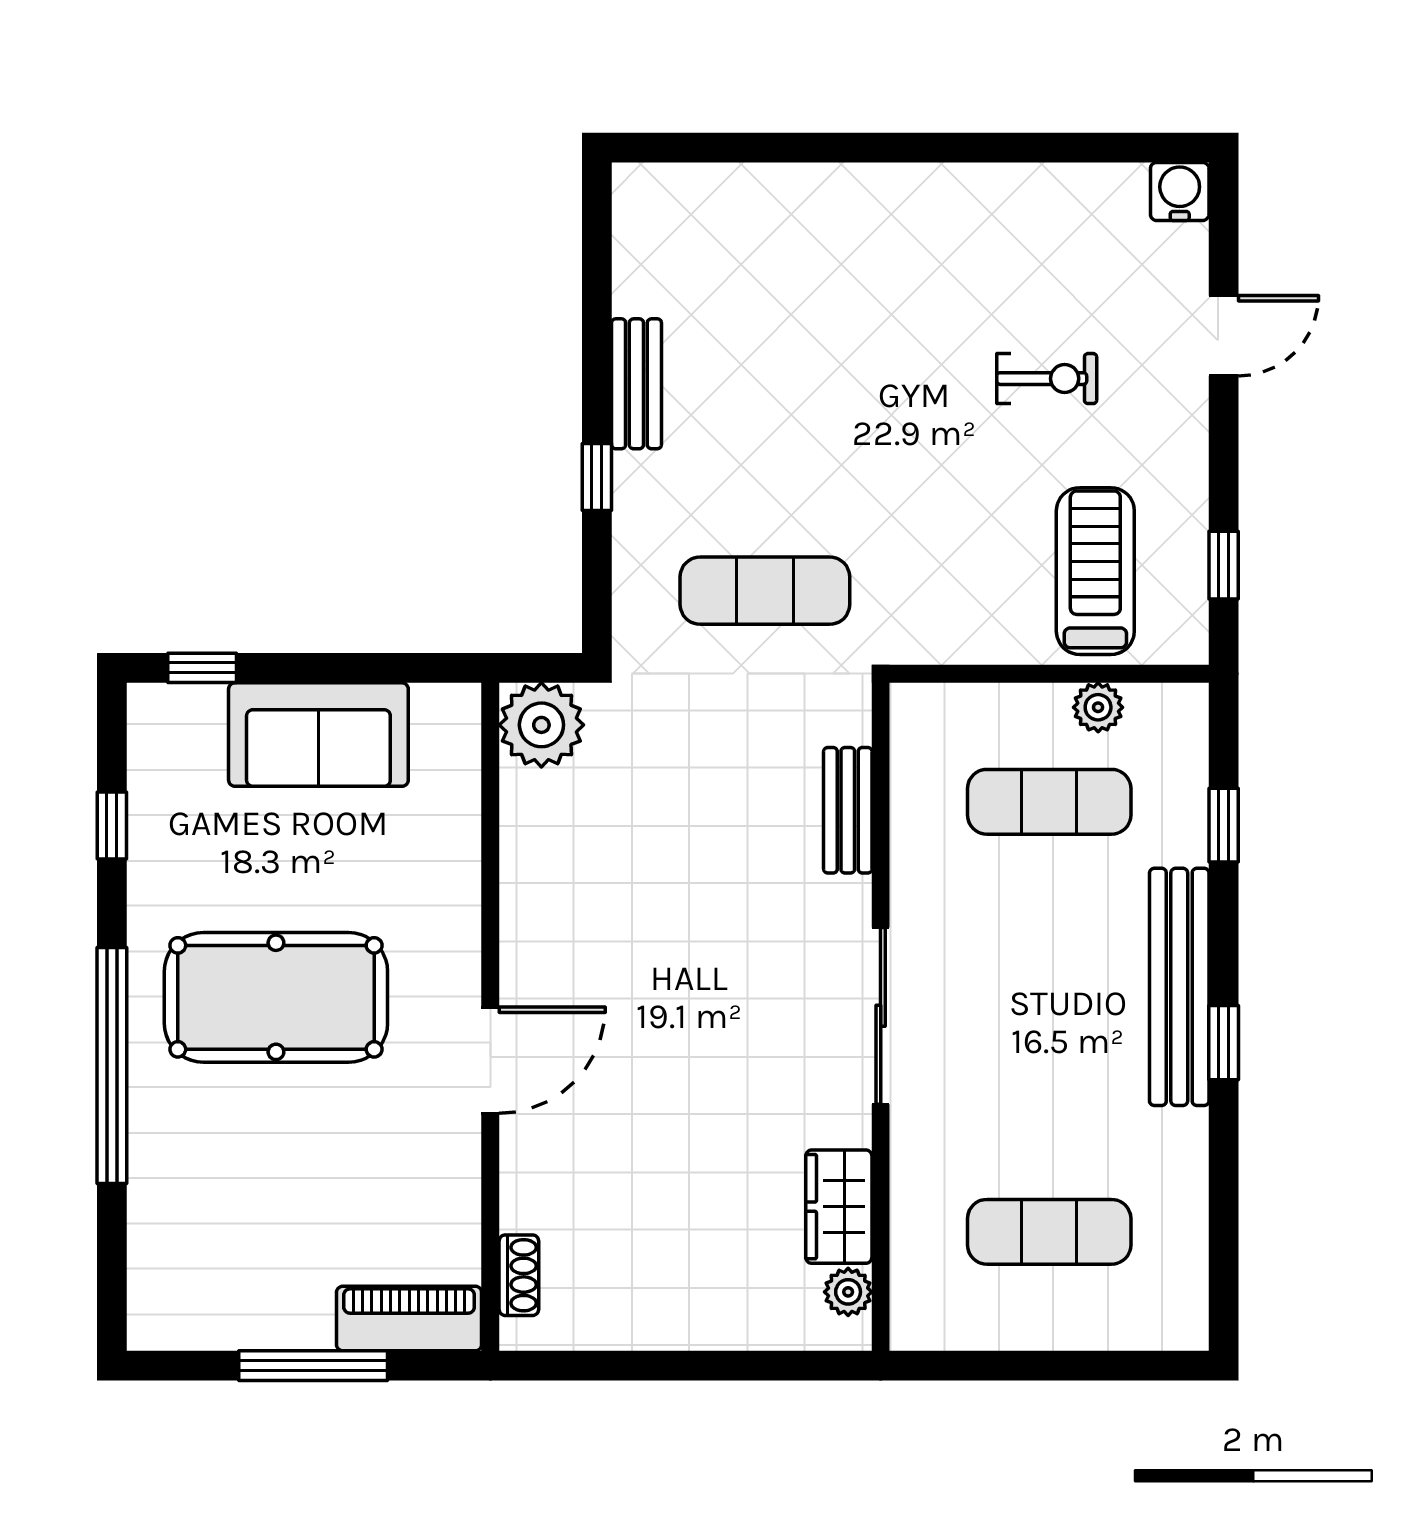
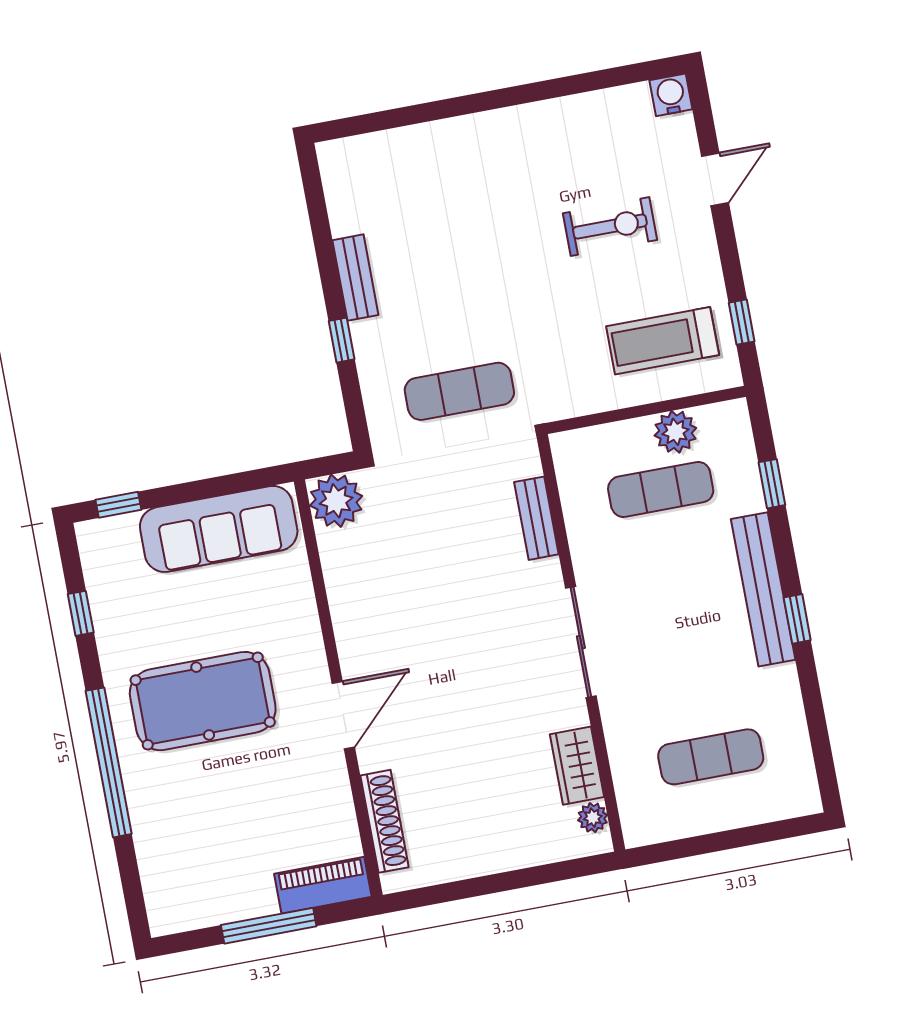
exercise bike: (1047, 379) -> (610, 227), width x1.38, depth x1.39
treadmill: (1095, 571) -> (663, 341), turned -90
plant: (1098, 707) -> (675, 432), width x1.38, depth x1.38
sofa: (318, 735) -> (219, 529), width x1.36
shoe rack: (519, 1275) -> (385, 821), width x1.94, depth x1.24

